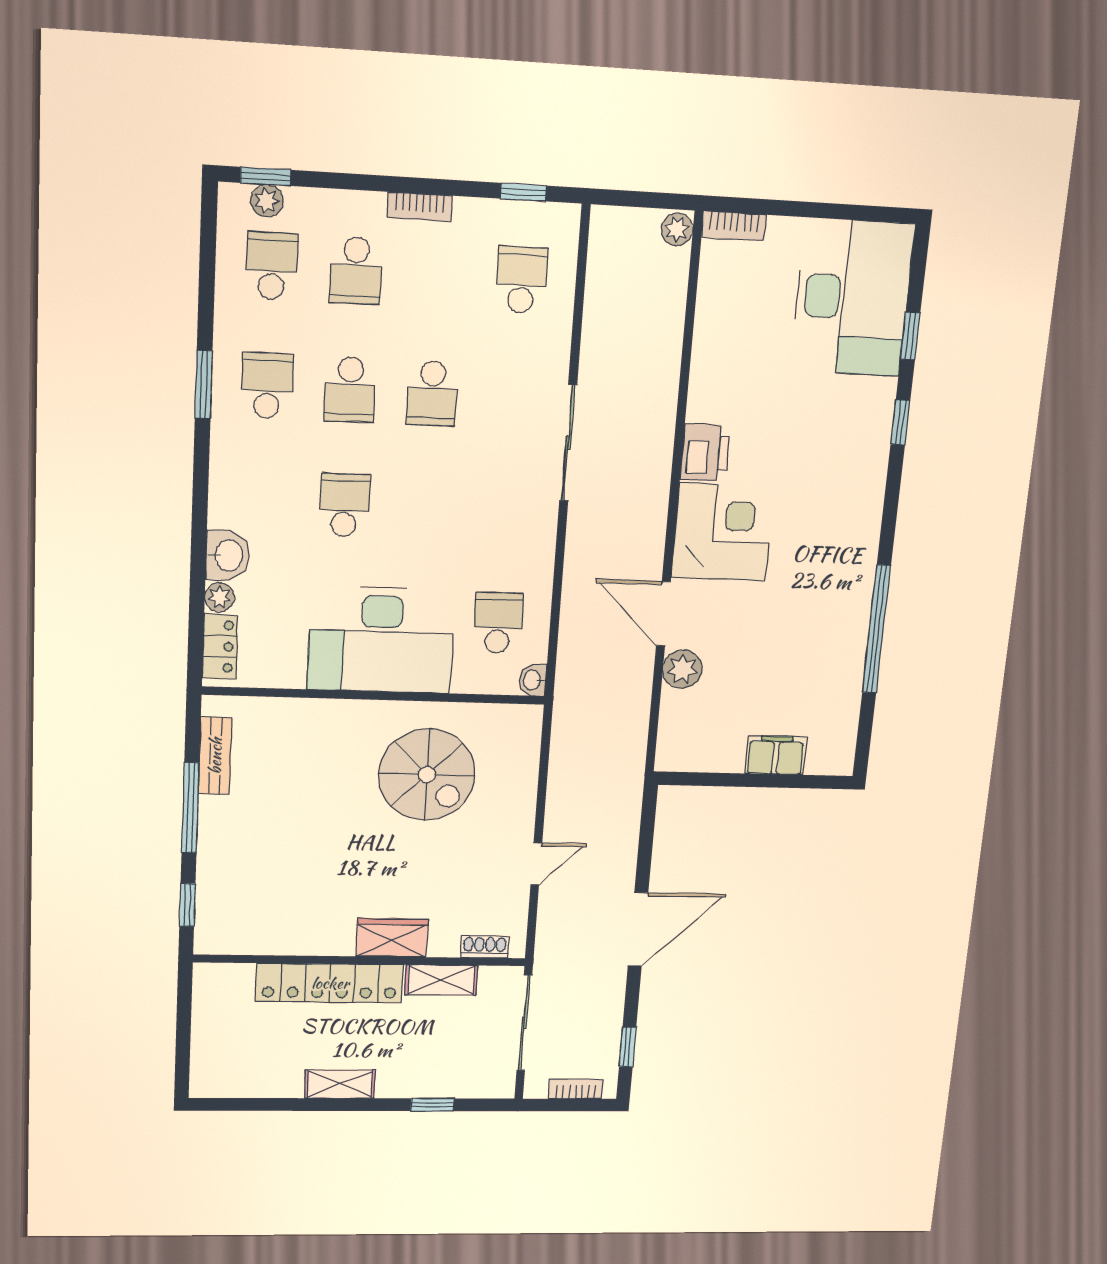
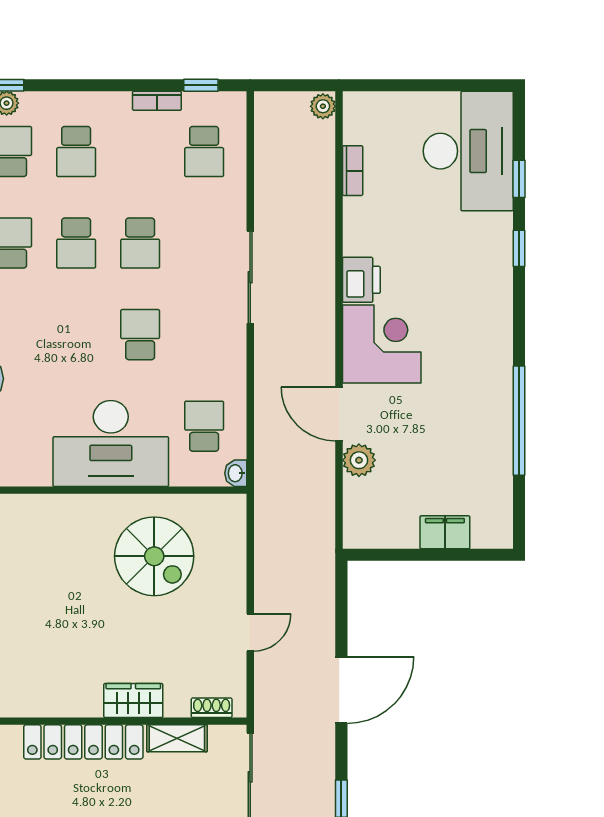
bookcase: (420, 207) -> (157, 101), moved
bookcase: (734, 226) -> (353, 171), moved, turned -90
school desk: (521, 280) -> (204, 152), turned 180
school desk: (344, 505) -> (140, 335), moved

